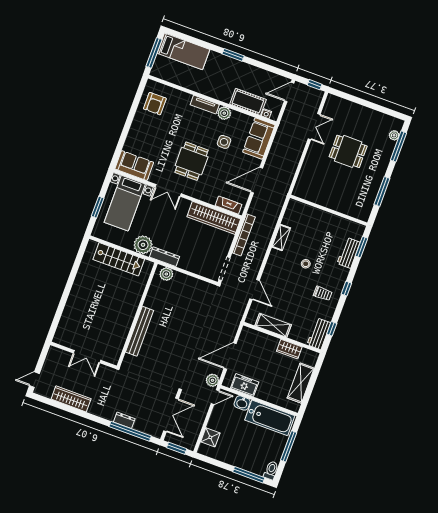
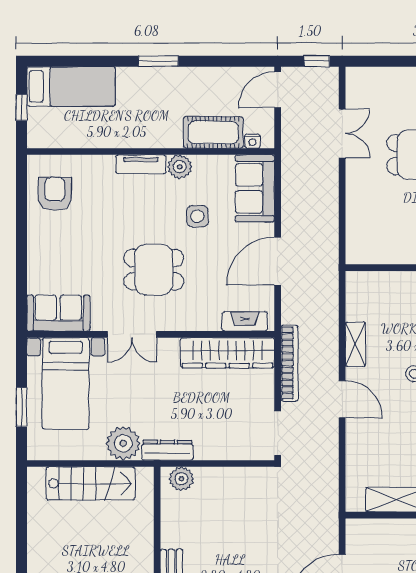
window: (154, 53) -> (22, 107), width x0.46
armchair: (155, 104) -> (55, 194), turned 180
dining table: (192, 161) -> (154, 270), turned 90
door: (254, 290) -> (342, 399), moved

